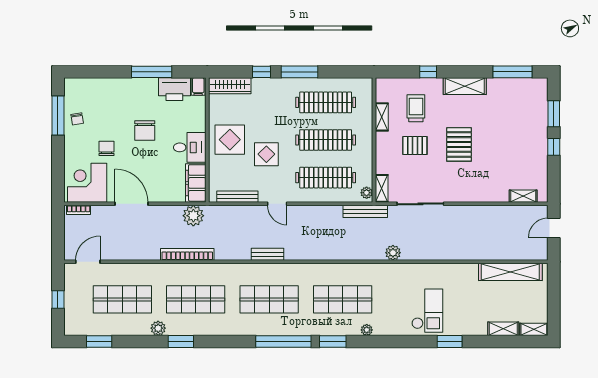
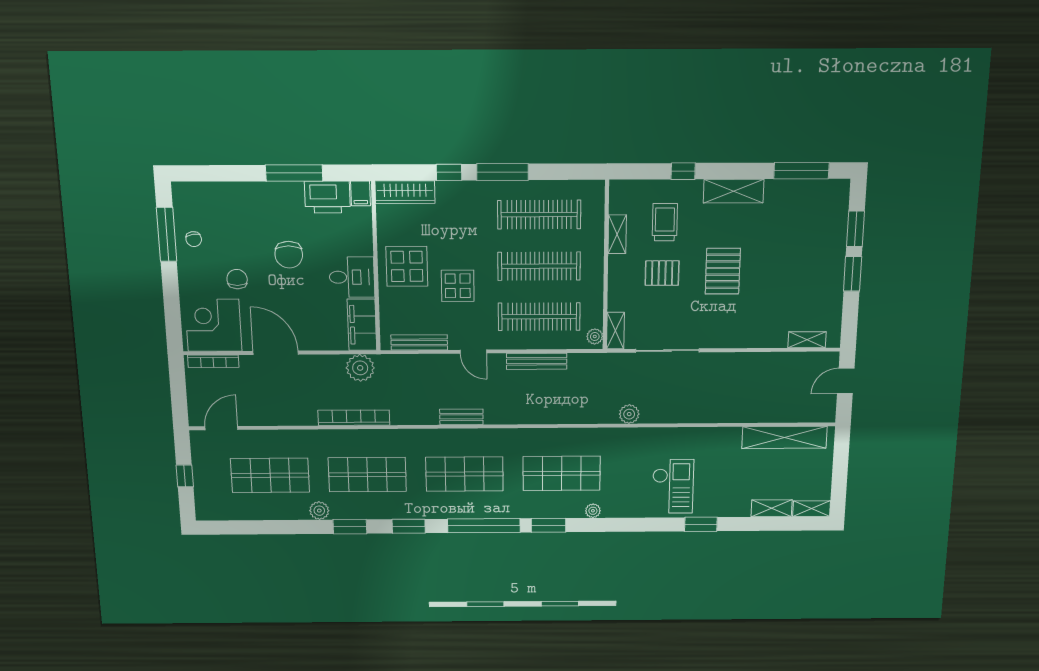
window: (554, 147) -> (853, 274), width x1.50
bookcase: (79, 210) -> (213, 361), width x1.56
bench: (365, 211) -> (537, 361), moved
window: (99, 342) -> (409, 526), moved

